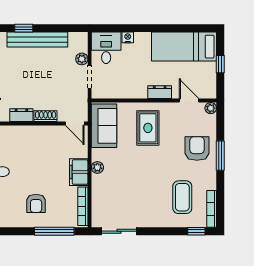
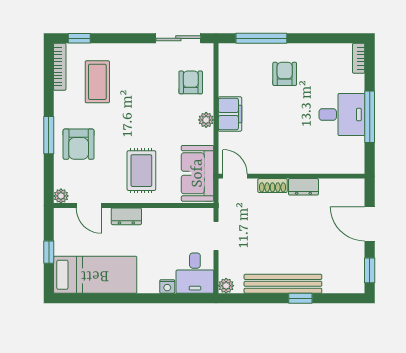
plant: (82, 59) -> (226, 286), moved
armchair: (109, 197) -> (191, 82), added
bookcase: (83, 206) -> (225, 70), removed

